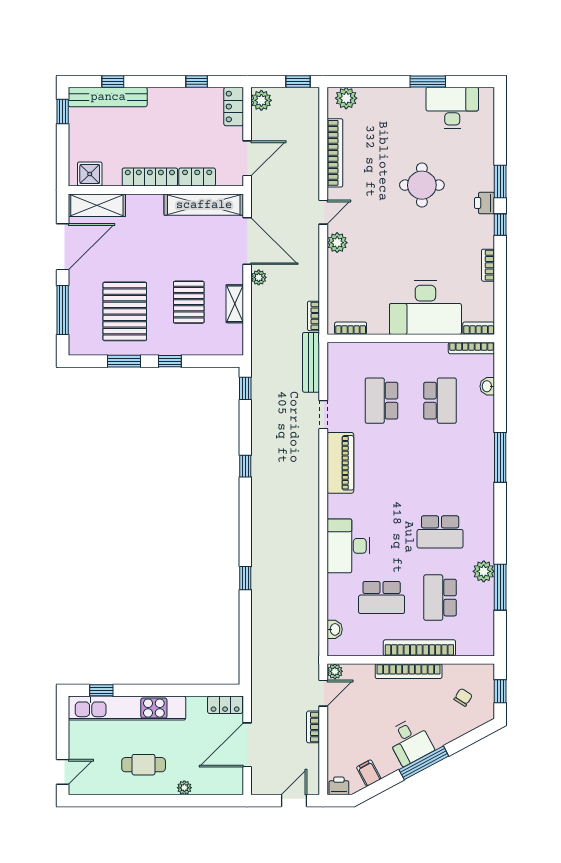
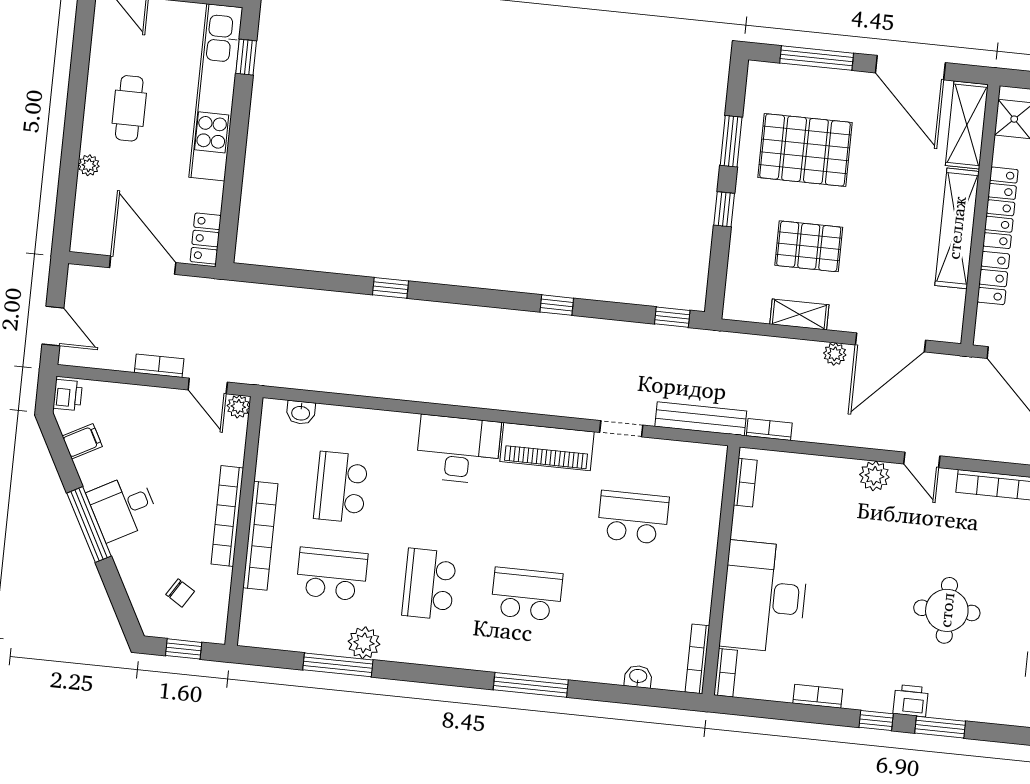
shelving: (204, 205) -> (957, 228), moved
school desk: (440, 401) -> (527, 594), moved, turned 180
desk: (348, 546) -> (458, 449), moved

